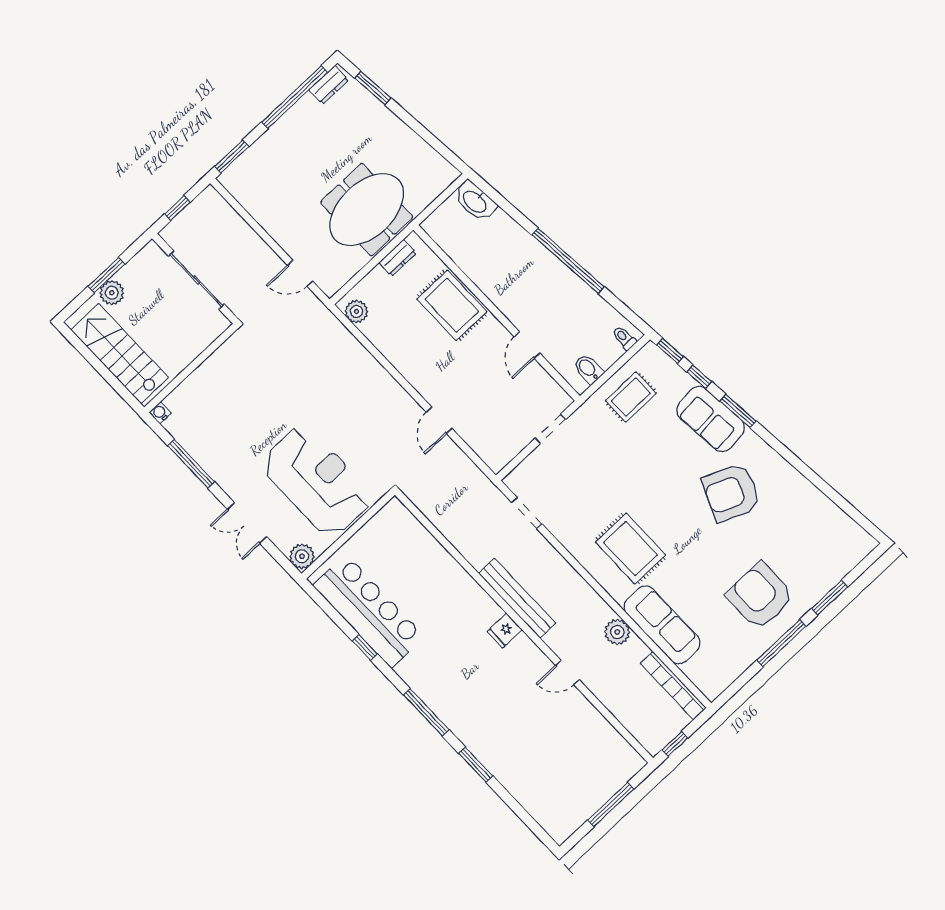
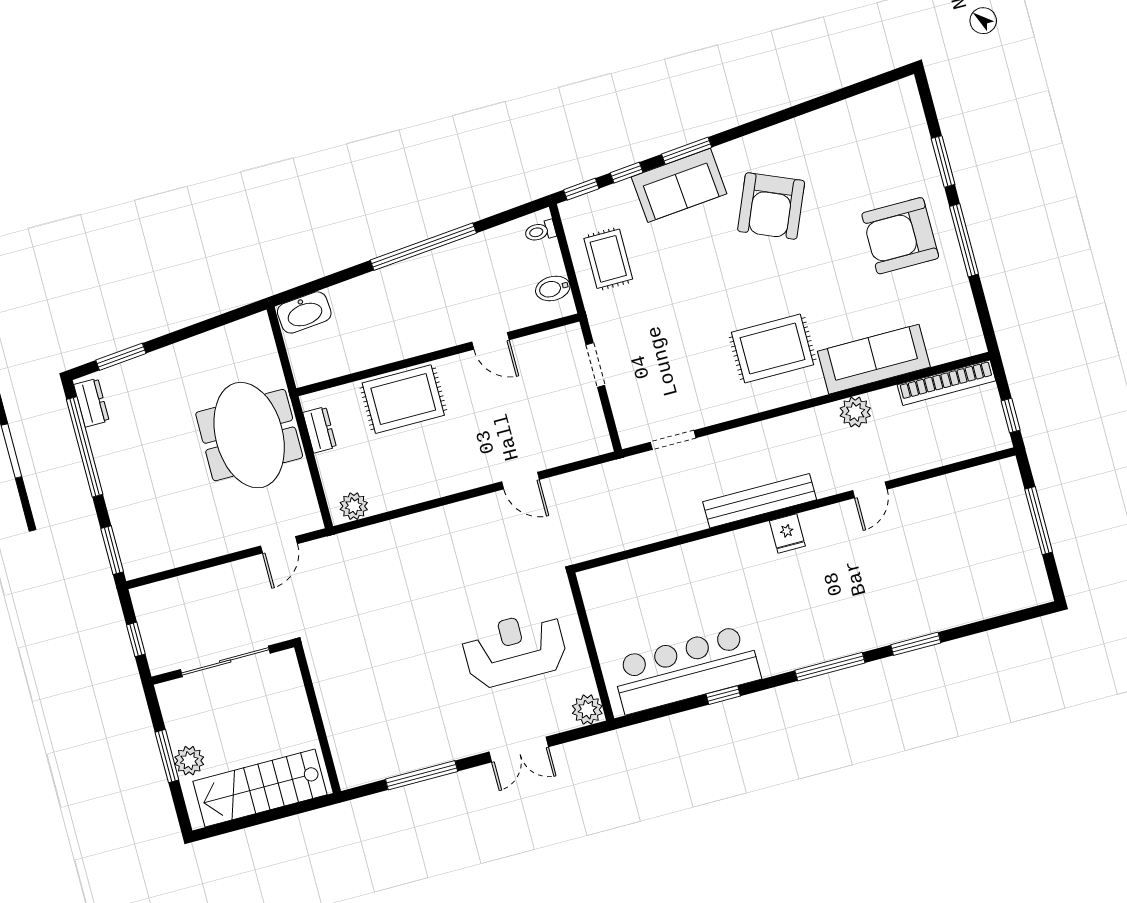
water cooler: (160, 413) -> (348, 779), removed
reception desk: (317, 481) -> (514, 649), width x0.74, depth x0.77

